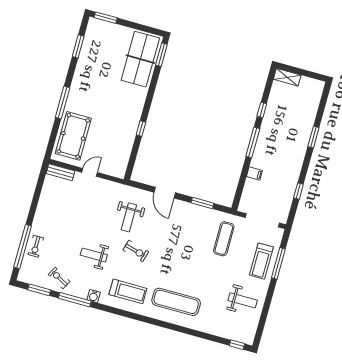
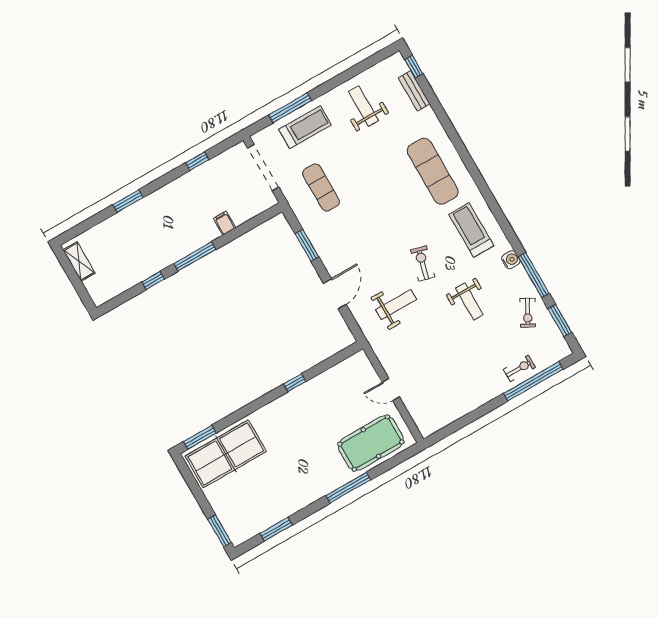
shelving: (287, 77) -> (79, 261), moved
bench: (60, 172) -> (414, 91), moved
exercise mat: (224, 239) -> (321, 188), turned 90

